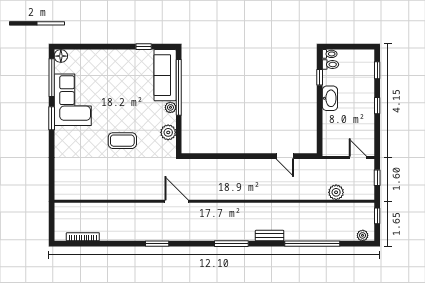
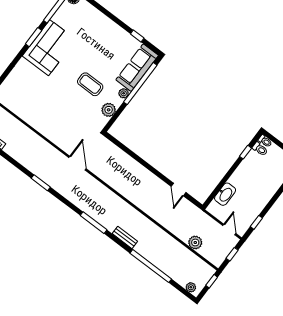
washbasin: (330, 98) -> (225, 194), moved
corner sofa: (73, 100) -> (49, 48), moved
window: (377, 106) -> (256, 222), moved
coffee table: (122, 141) -> (90, 84), moved

